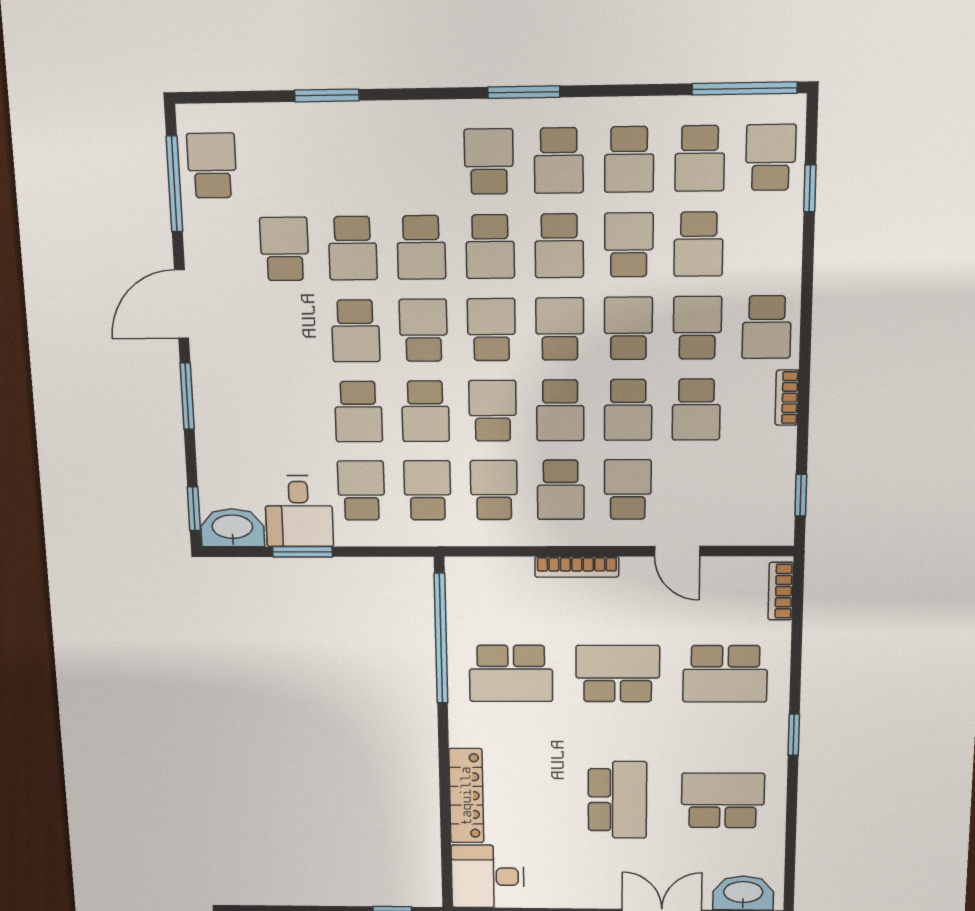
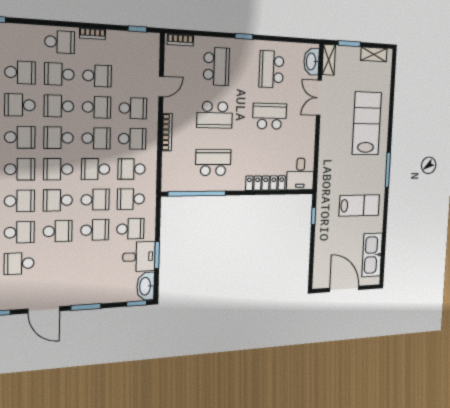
school desk: (628, 489) -> (133, 108), turned 180
school desk: (361, 491) -> (130, 229), turned 180
school desk: (511, 673) -> (213, 163), turned -90
school desk: (618, 674) -> (215, 115), turned -90

